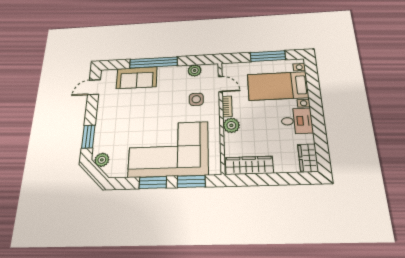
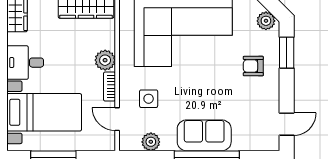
sofa: (137, 78) -> (204, 135), moved
armchair: (115, 126) -> (253, 66), added

